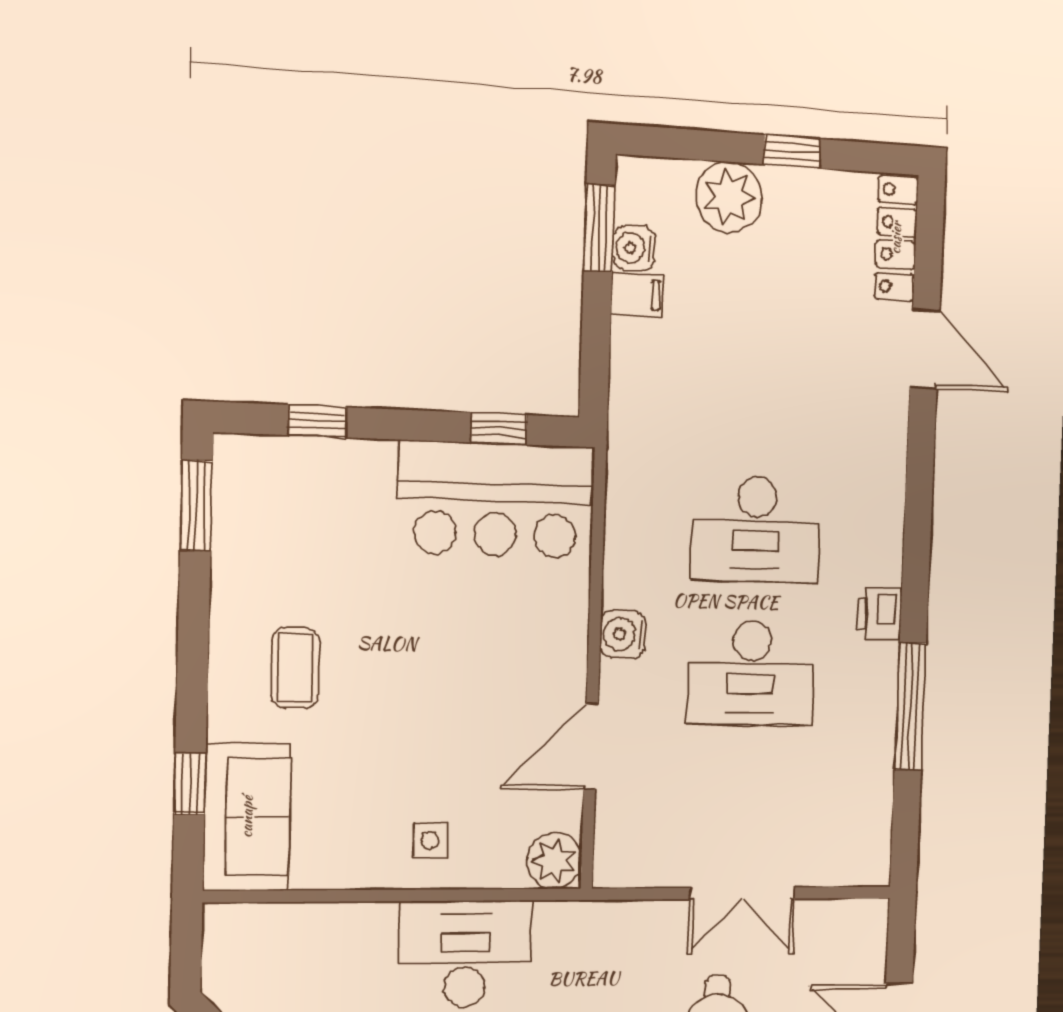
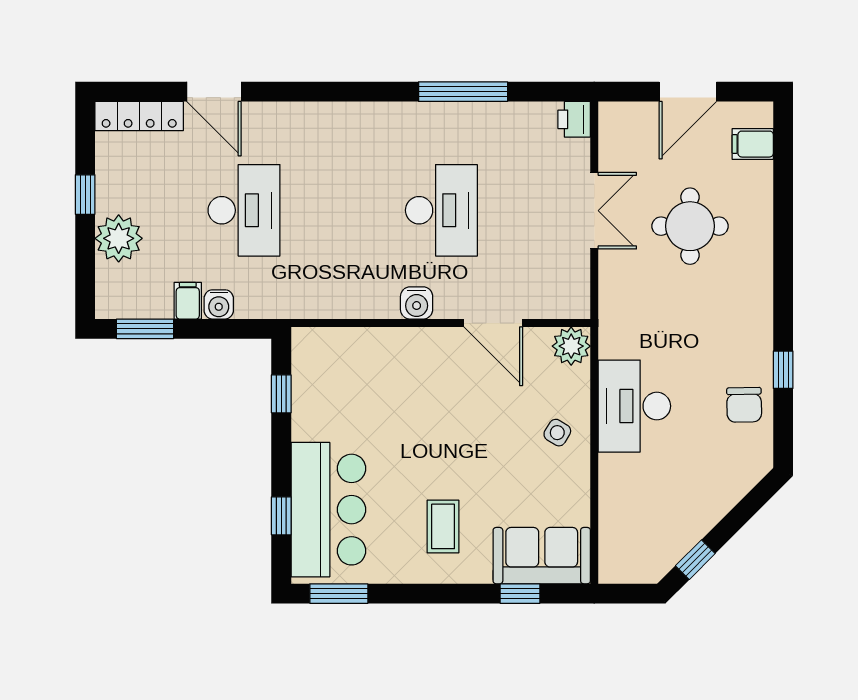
water cooler: (634, 248) -> (219, 304), moved
door: (925, 349) -> (214, 92), swing flipped
bar counter: (496, 500) -> (328, 510), moved
desk: (756, 529) -> (244, 210), moved
printer: (879, 614) -> (574, 119), moved, turned 90
coffee table: (295, 668) -> (443, 526), turned 90
side table: (430, 840) -> (557, 433), turned 31

